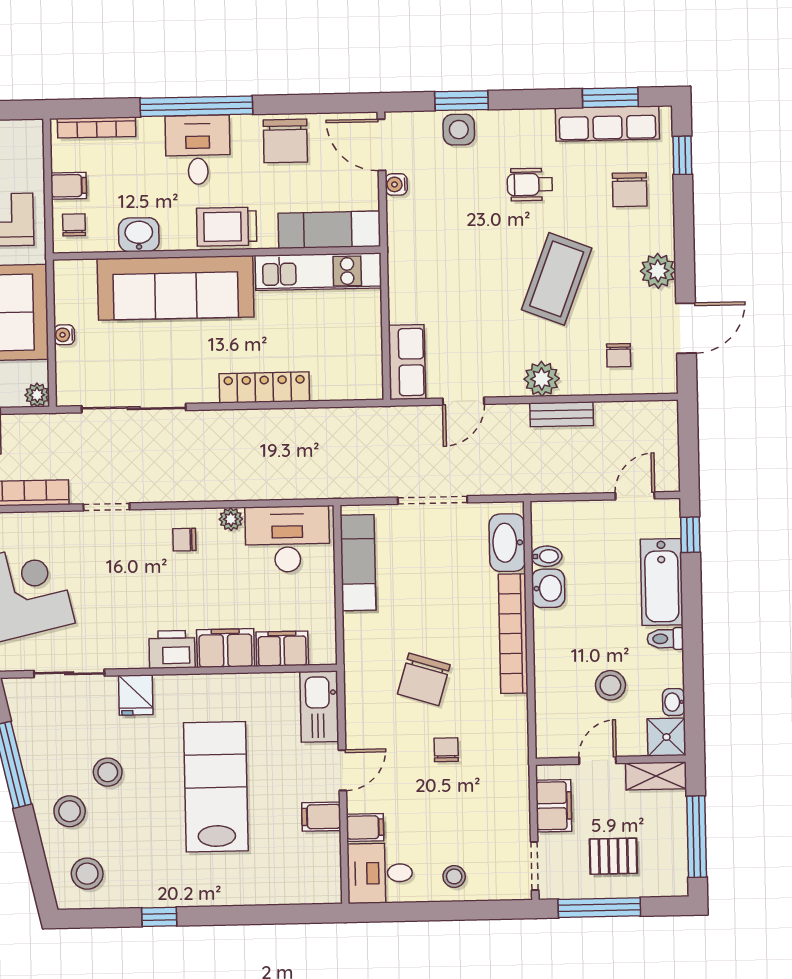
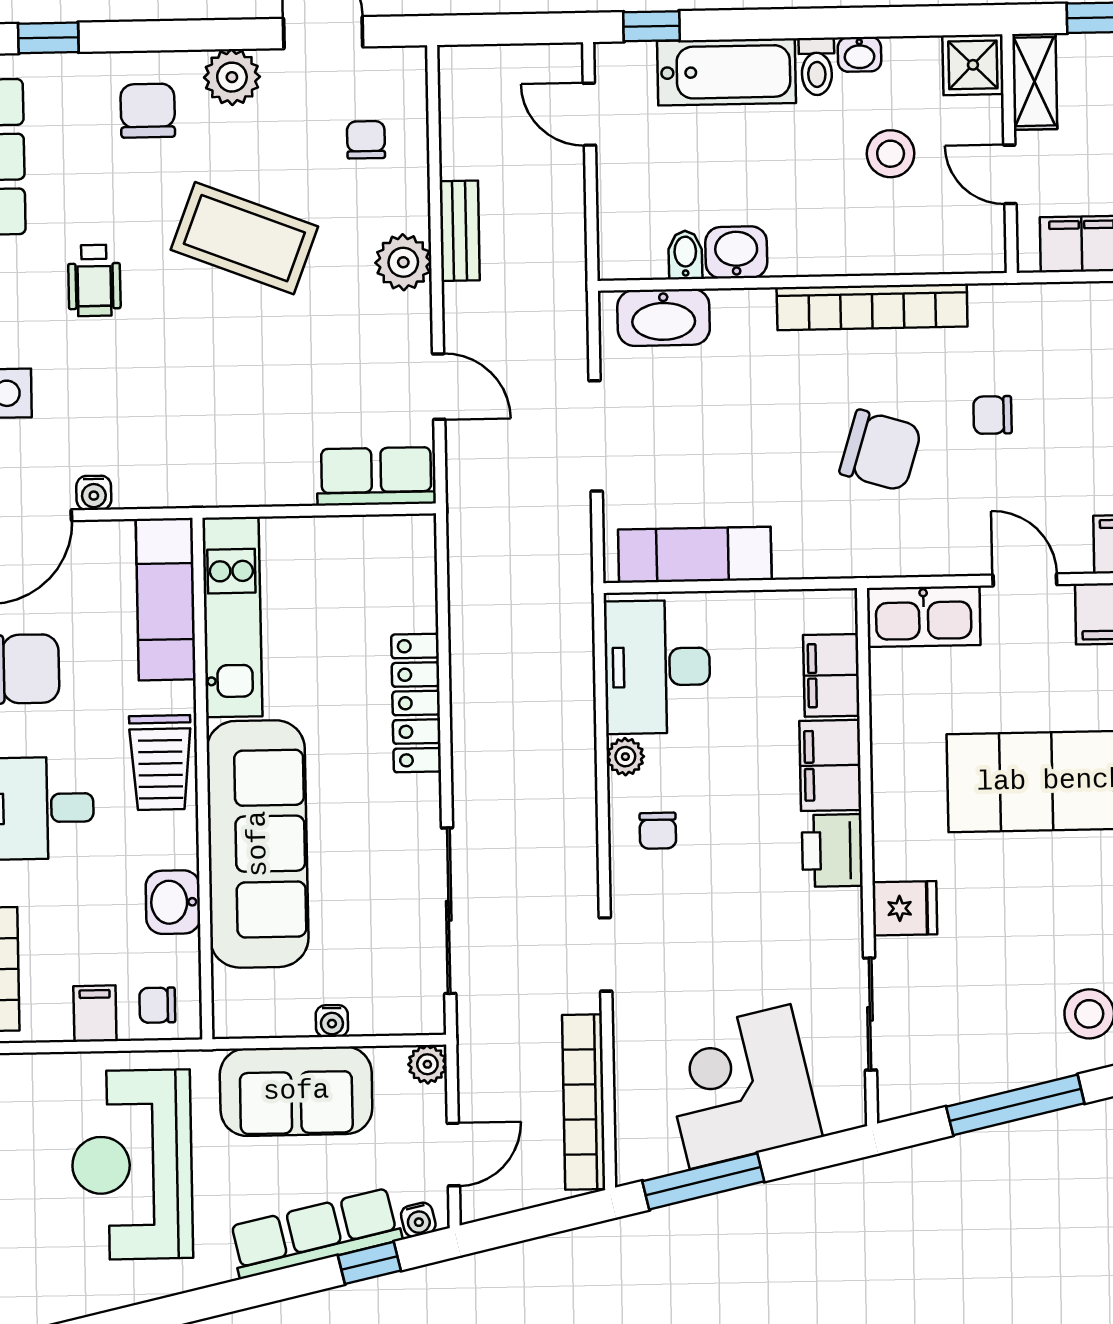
chair: (630, 190) -> (148, 111), moved, turned -90
chair: (619, 355) -> (366, 140), turned -90
bookcase: (513, 634) -> (872, 307), moved
washbasin: (674, 702) -> (859, 54), moved
stool: (108, 772) -> (1027, 953), removed

